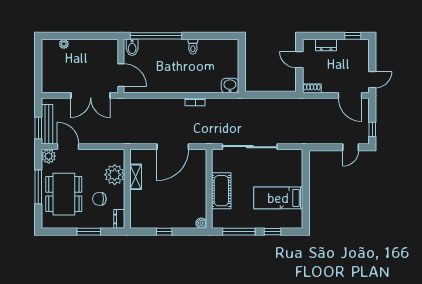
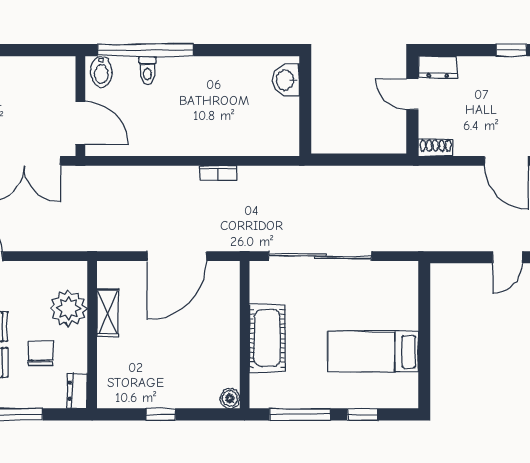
dresser: (326, 45) -> (438, 67), moved
toilet: (193, 47) -> (147, 70), moved
washbasin: (230, 86) -> (286, 80), moved, turned -90
chair: (99, 199) -> (40, 353), turned 90

